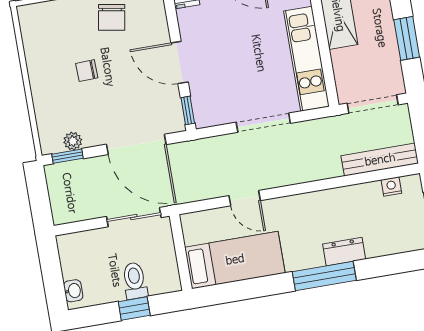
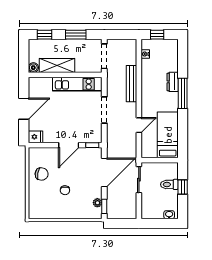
bench: (380, 160) -> (131, 84), moved

